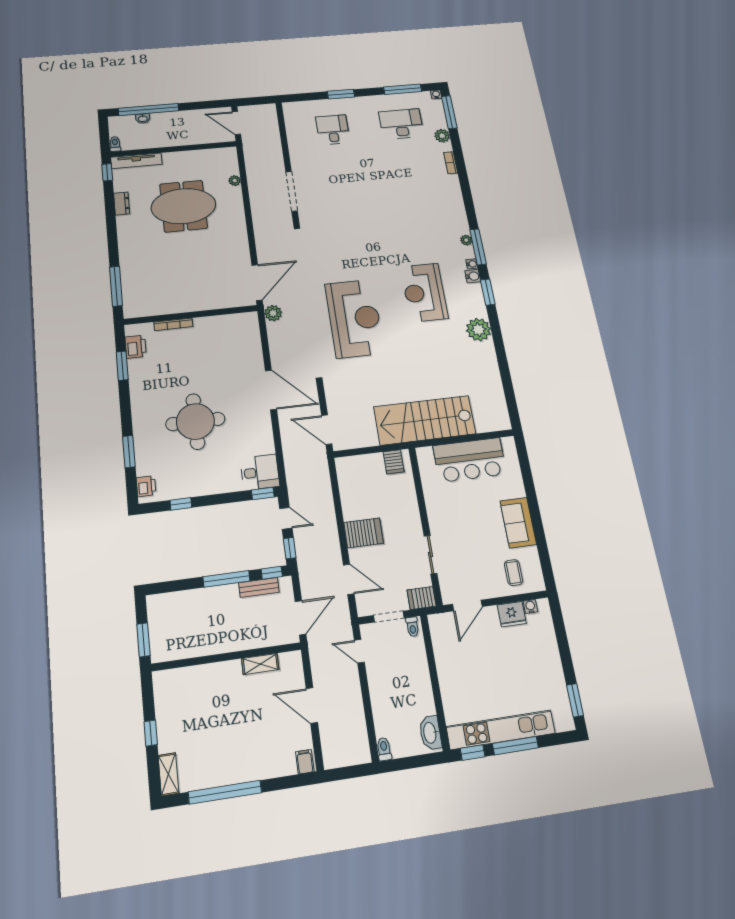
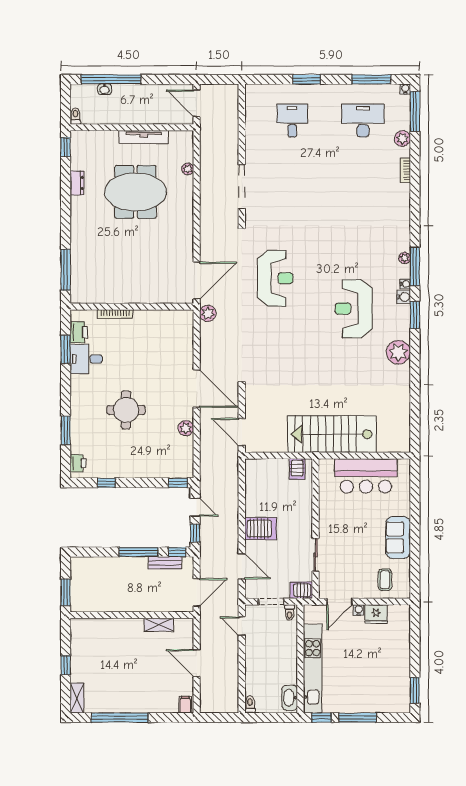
tv unit: (136, 161) -> (144, 137), moved
reception desk: (355, 318) -> (275, 278), moved, width x0.74, depth x0.77
round table: (195, 421) -> (126, 410), width x0.73, depth x0.73
plant: (264, 433) -> (186, 428), added
desk: (260, 472) -> (86, 359), moved, turned 180
water cooler: (530, 607) -> (359, 610), moved
kitchen unit: (501, 730) -> (313, 669), moved, turned 90

